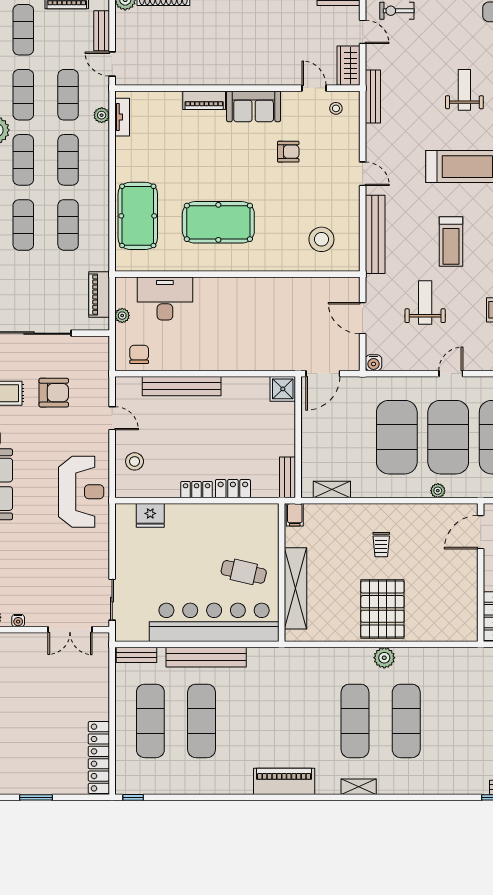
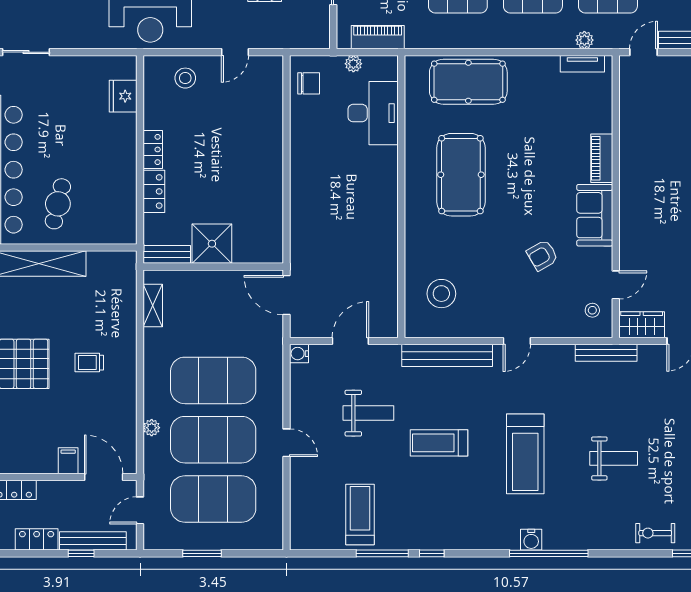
armchair: (288, 152) -> (542, 255), turned 60
bench: (182, 386) -> (272, 132), removed
shower: (283, 389) -> (212, 244), moved, width x1.36, depth x1.36
filing cabinet: (295, 515) -> (68, 461), moved, turned 90

